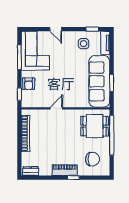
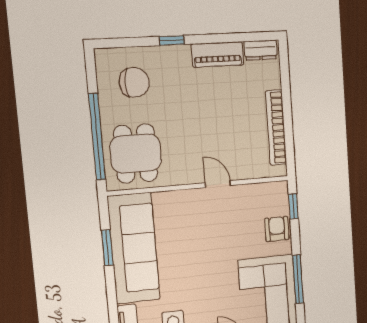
door: (56, 108) -> (218, 184), swing flipped
dining table: (95, 126) -> (136, 153), turned 90
chair: (92, 159) -> (134, 82), turned 180
piano: (65, 170) -> (218, 54), moved

